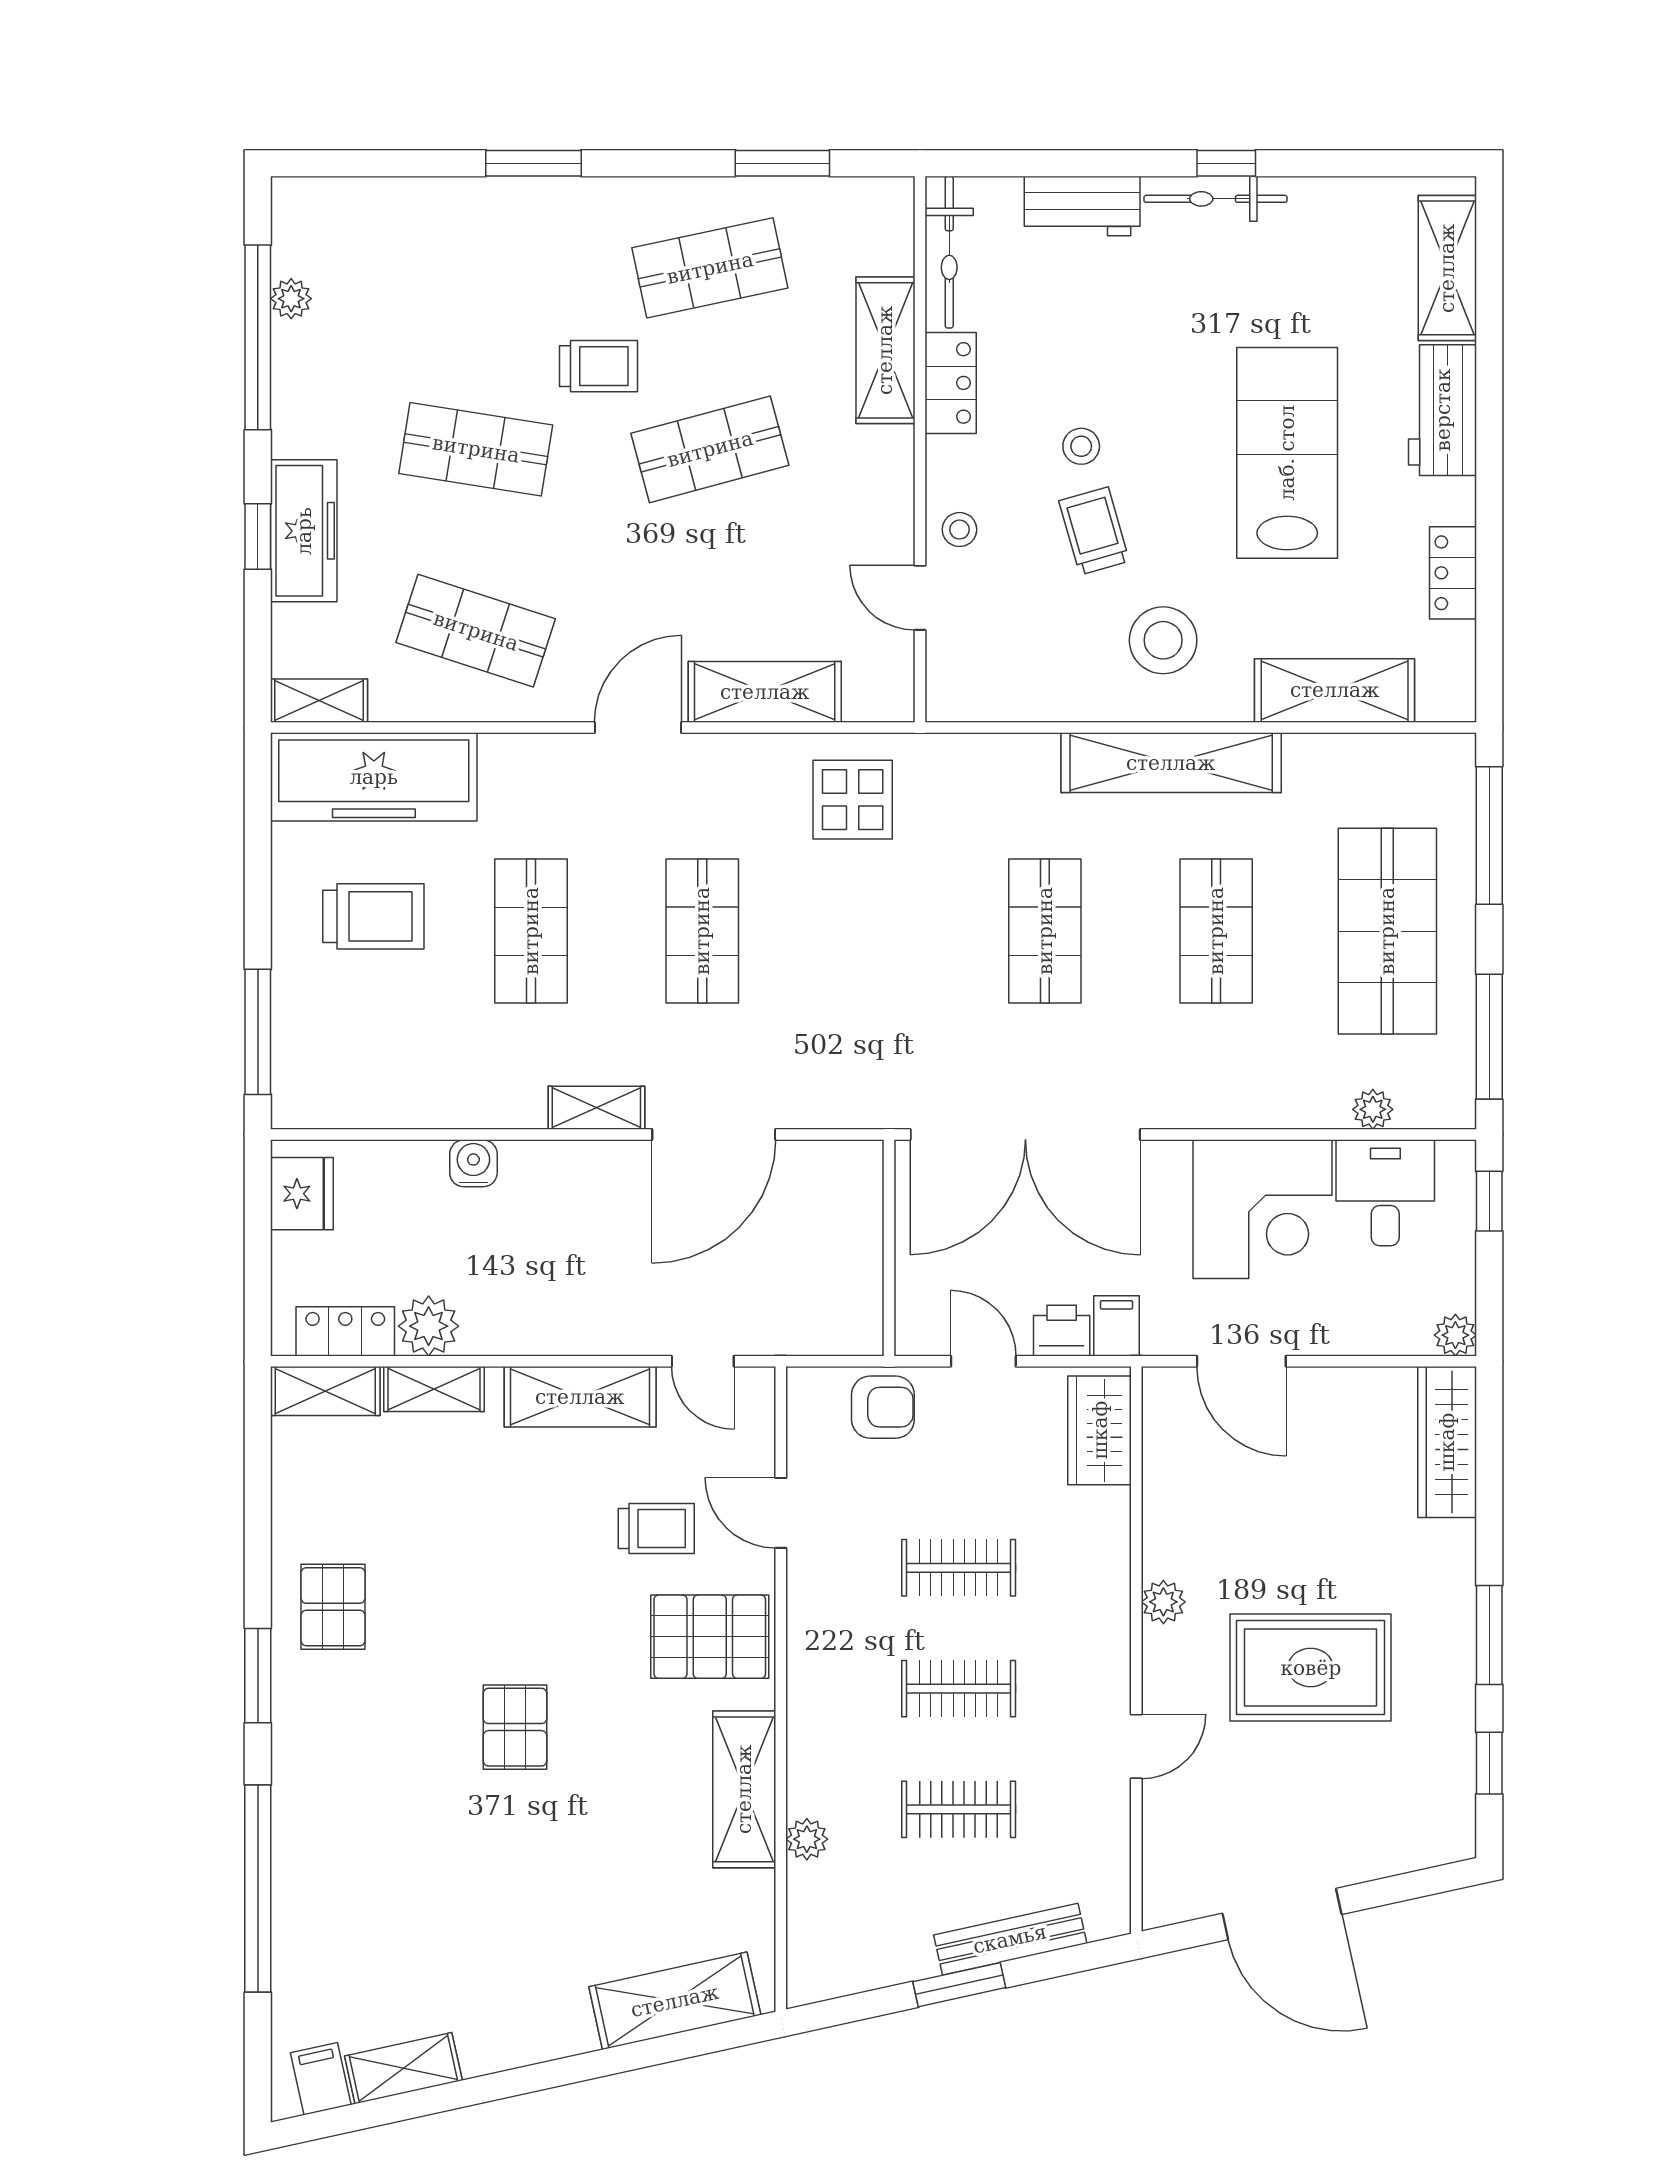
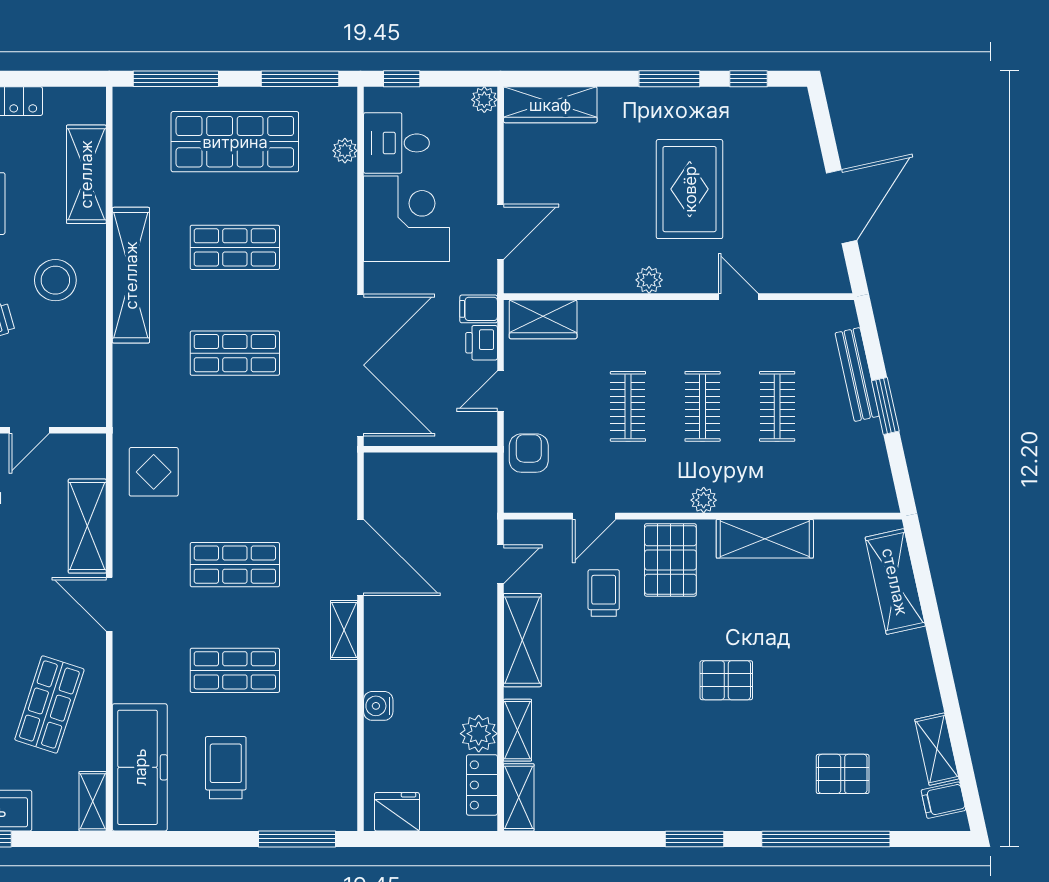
pallet: (333, 1607) -> (843, 774), moved
plant: (807, 1839) -> (704, 500), moved

